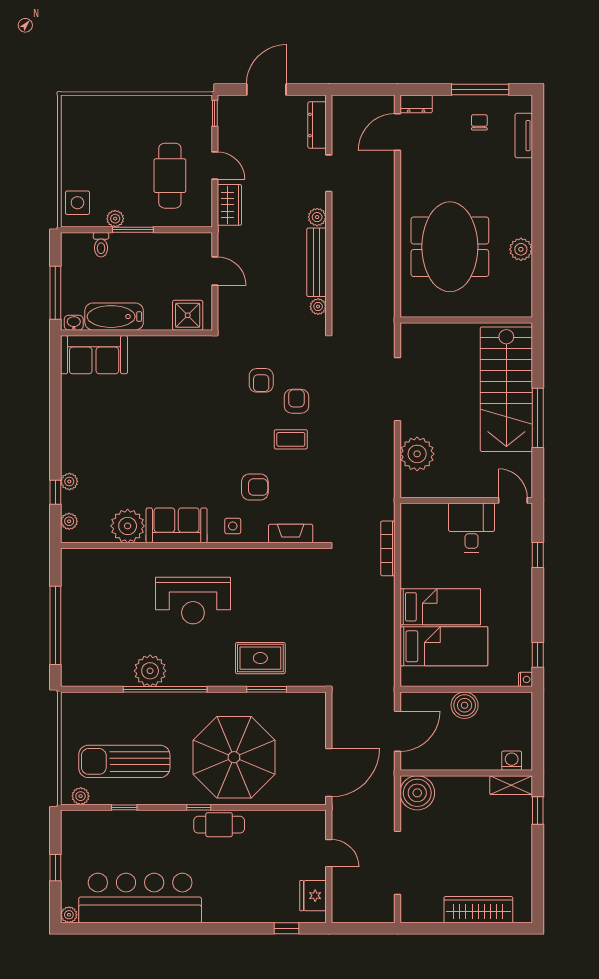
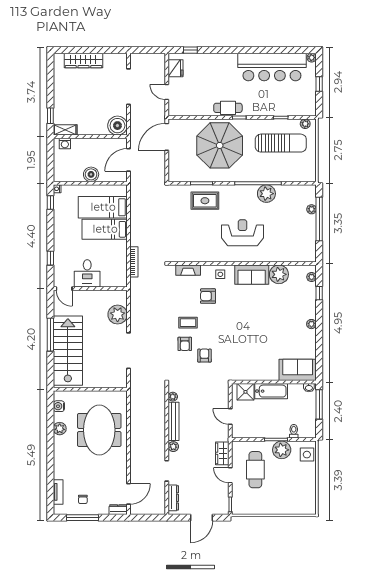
plant: (115, 219) -> (282, 450), width x1.88, depth x1.88
water cooler: (522, 289) -> (59, 406), added
bathtub: (114, 317) -> (271, 391), moved
plant: (69, 481) -> (311, 324), moved
plant: (69, 643) -> (312, 209), added

